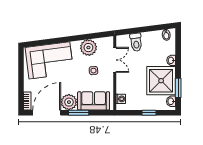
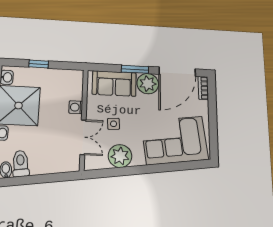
toilet: (136, 42) -> (21, 164), moved
double door: (115, 60) -> (83, 137), swing flipped
washing machine: (121, 99) -> (76, 107), moved

